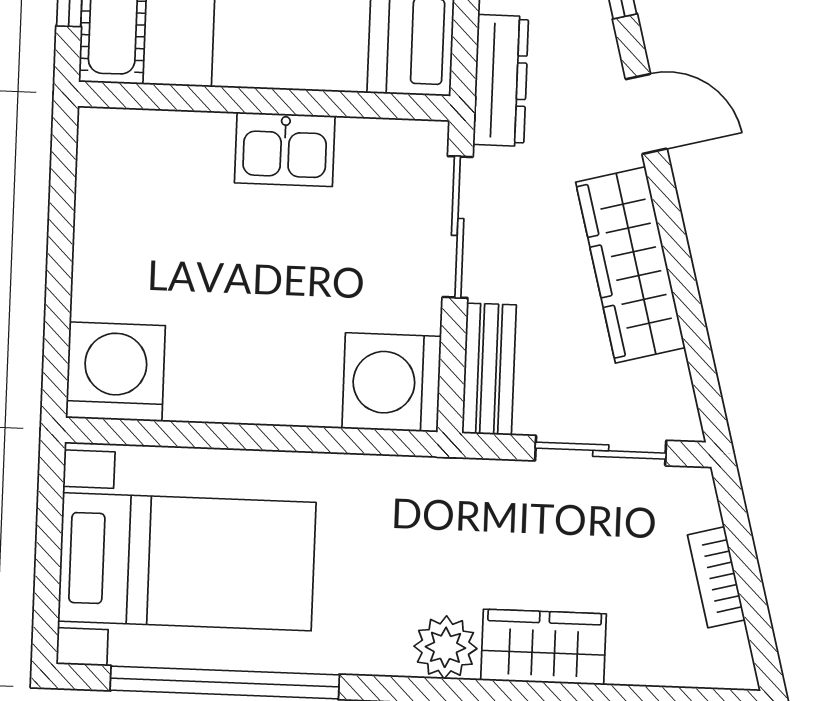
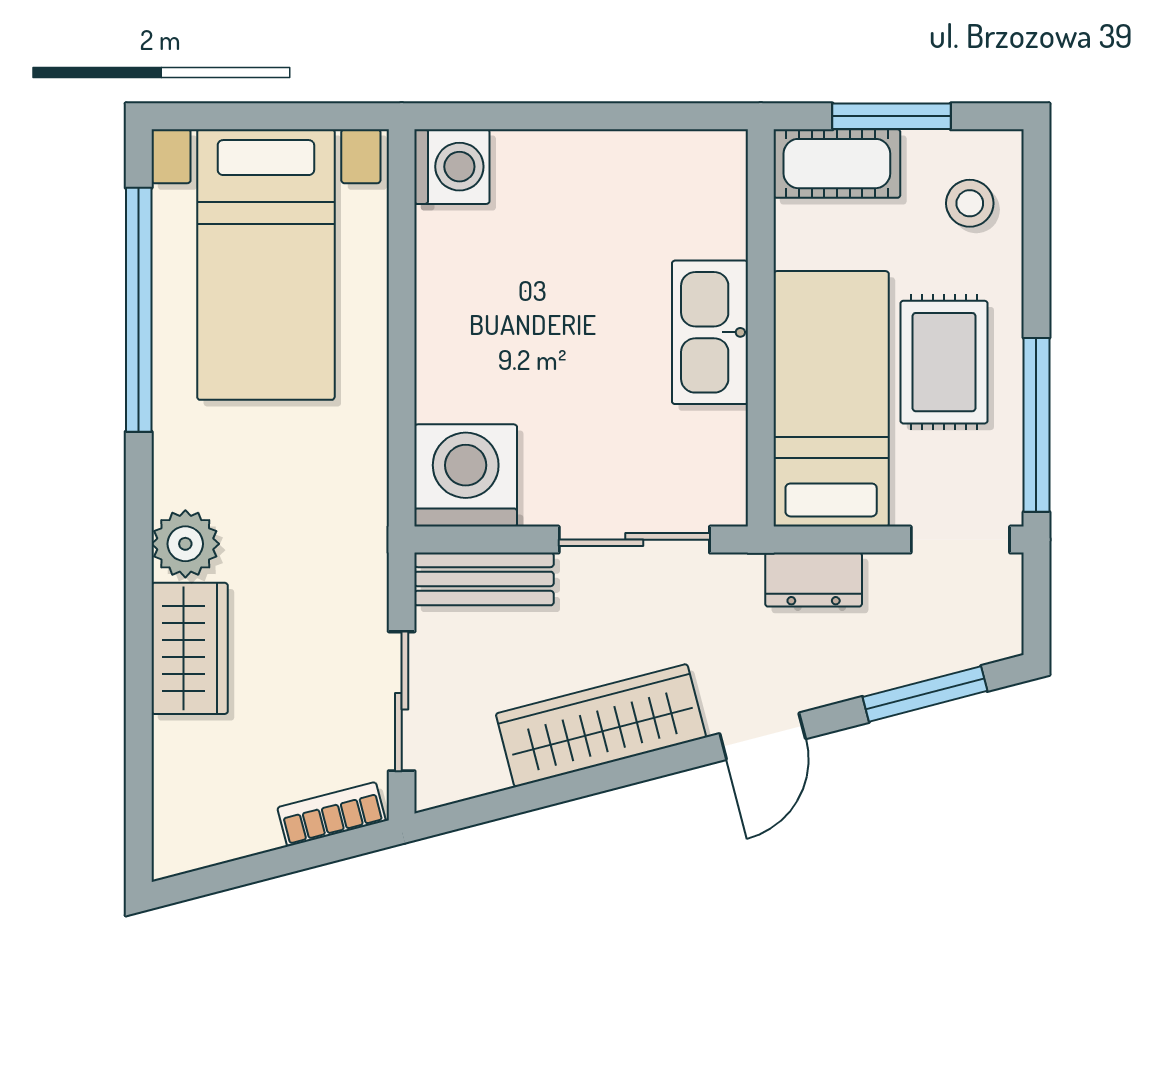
dresser: (501, 80) -> (814, 580), width x0.70
kitchen sink: (285, 149) -> (710, 332), width x1.38
washing machine: (116, 372) -> (452, 167), width x0.73, depth x0.73
bookcase: (716, 577) -> (332, 814), moved

